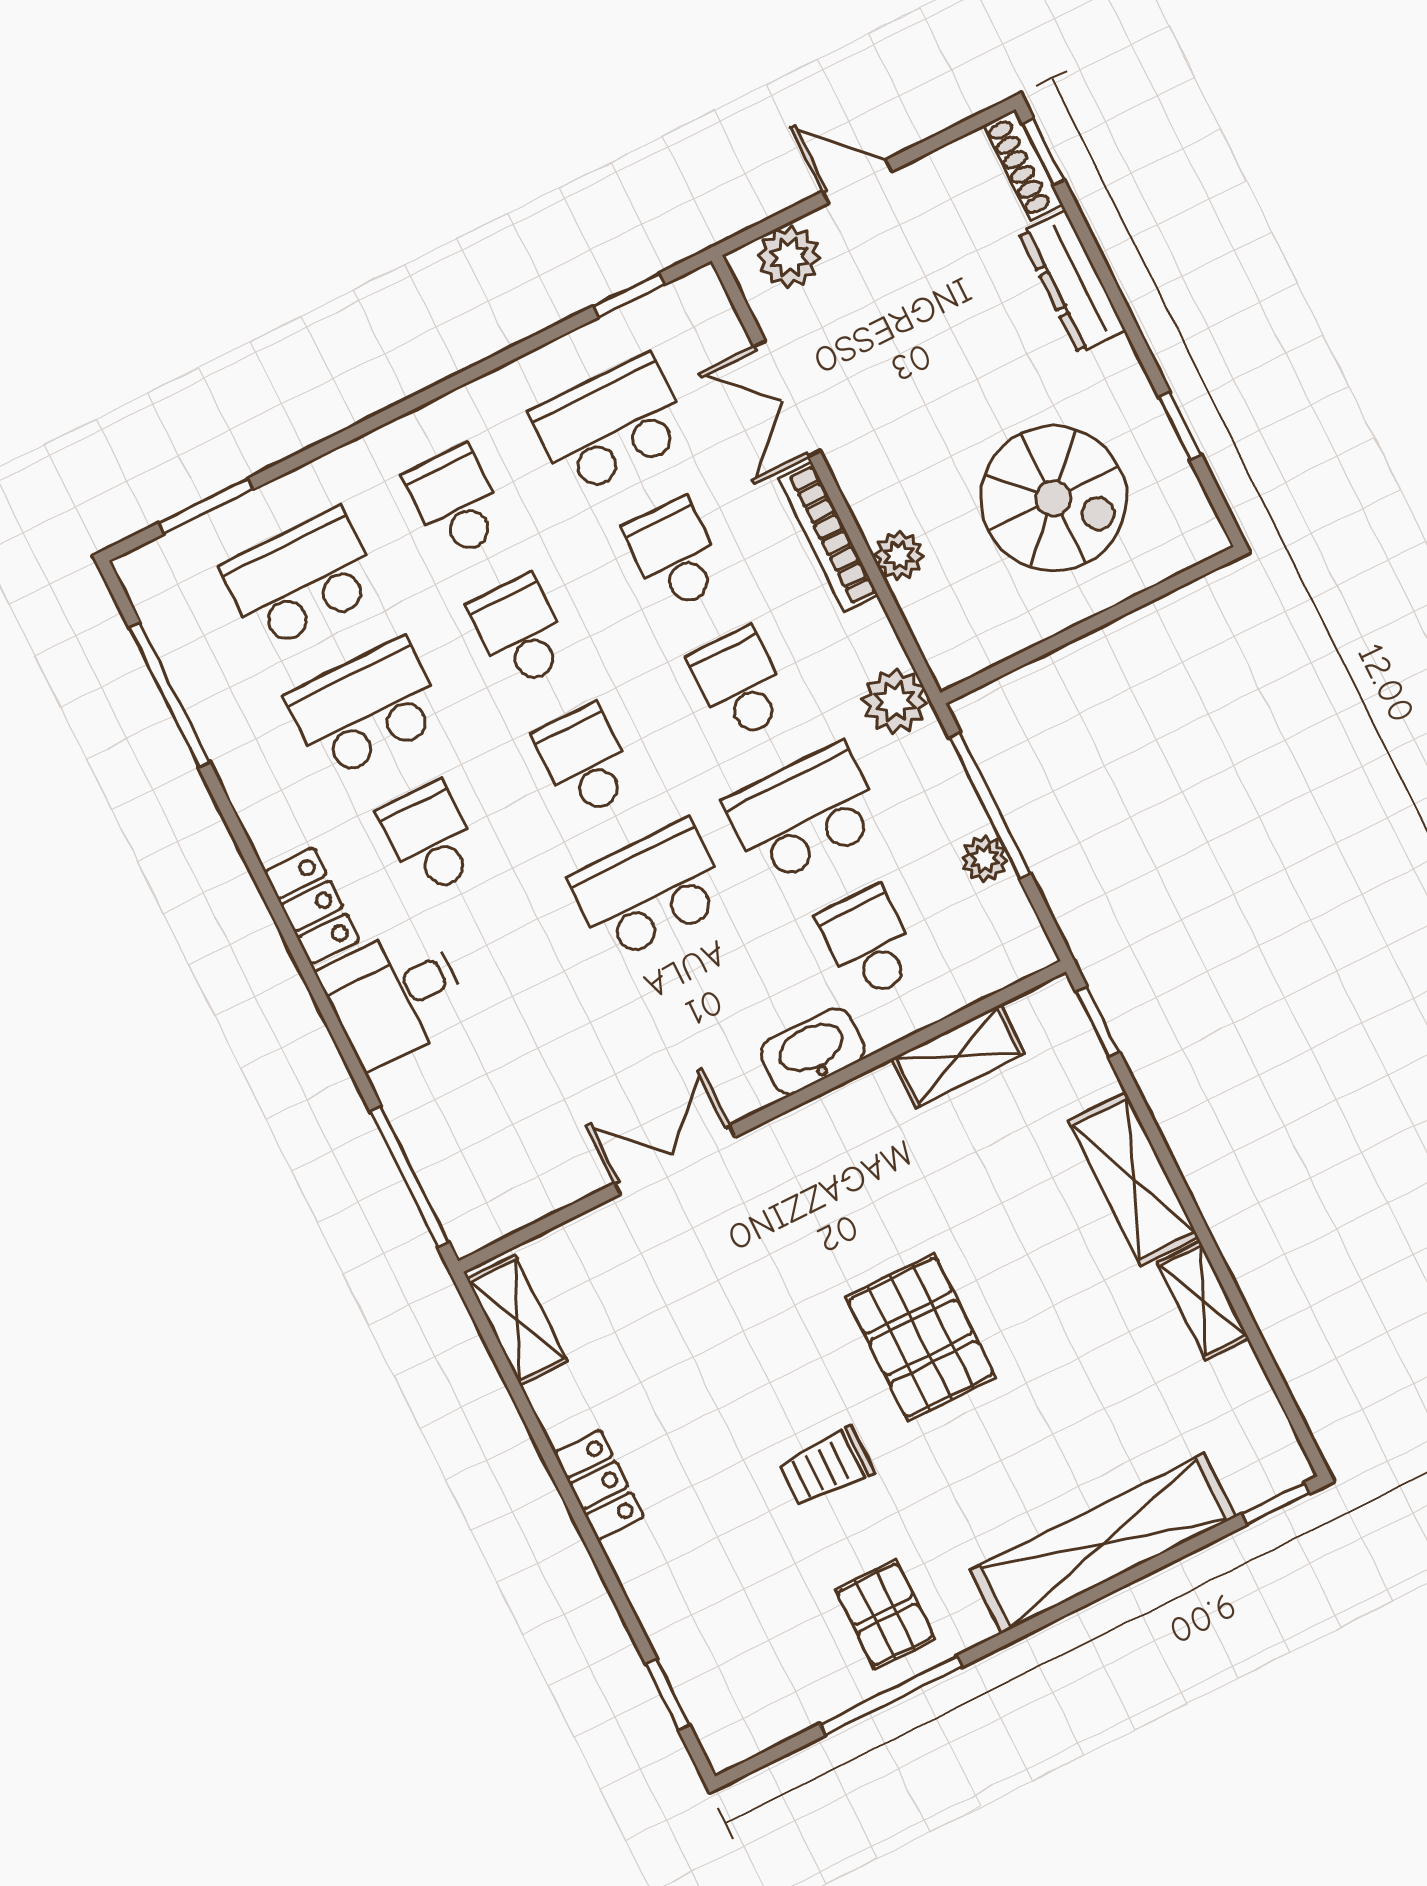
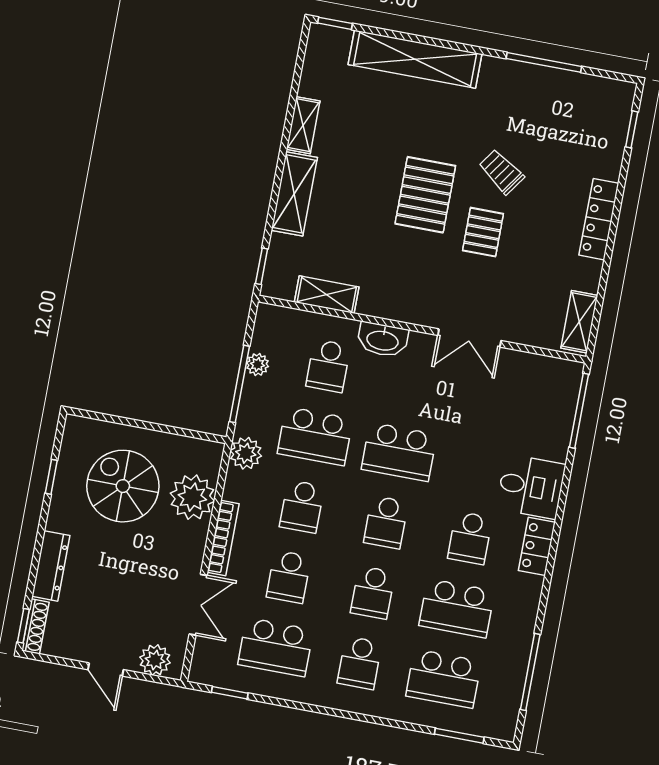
plant: (899, 556) -> (192, 497), width x1.88, depth x1.88
trolley: (826, 1467) -> (501, 172), turned -145
locker: (599, 1485) -> (599, 219), width x1.53
pallet: (885, 1614) -> (483, 232), moved

